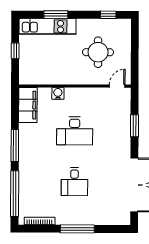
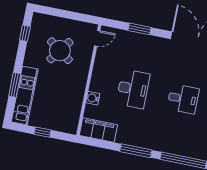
round table: (98, 52) -> (60, 51), turned 36
door: (117, 86) -> (97, 38), swing flipped

